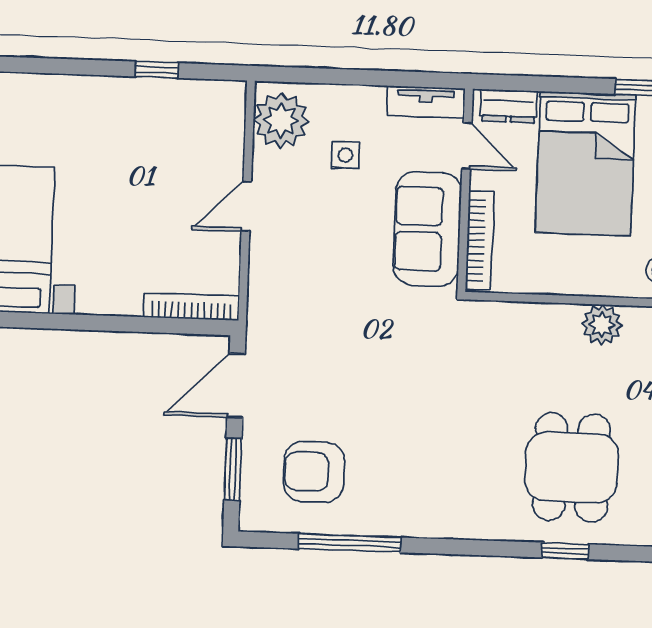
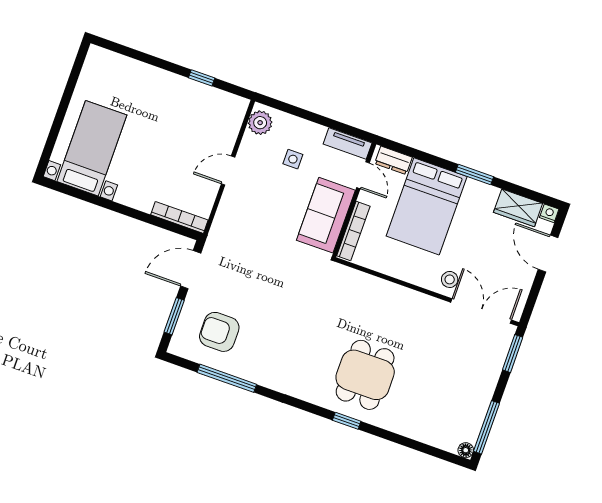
plant: (281, 120) -> (260, 123), width x0.73, depth x0.73
plant: (602, 325) -> (407, 300), removed

